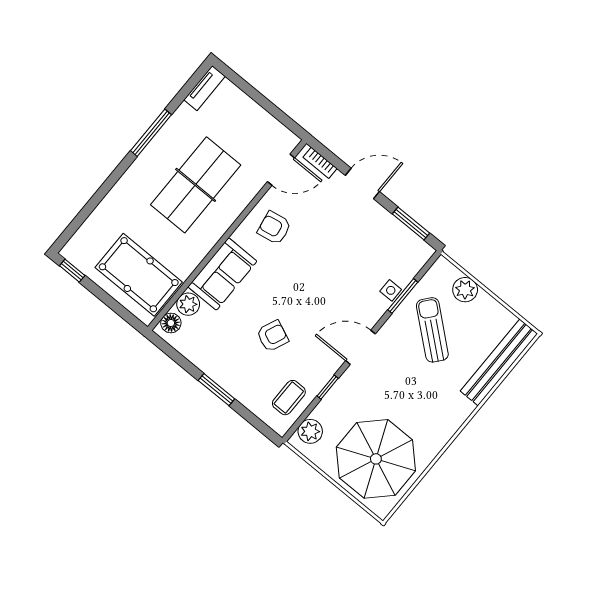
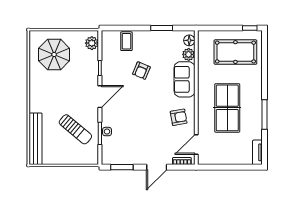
pool table: (139, 275) -> (235, 52), moved
plant: (465, 290) -> (76, 158), removed
window: (216, 390) -> (162, 28), moved
coffee table: (289, 398) -> (126, 41), moved
parasol: (376, 459) -> (54, 54), width x0.73, depth x0.73

